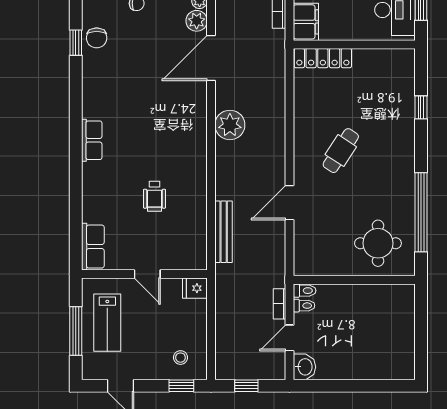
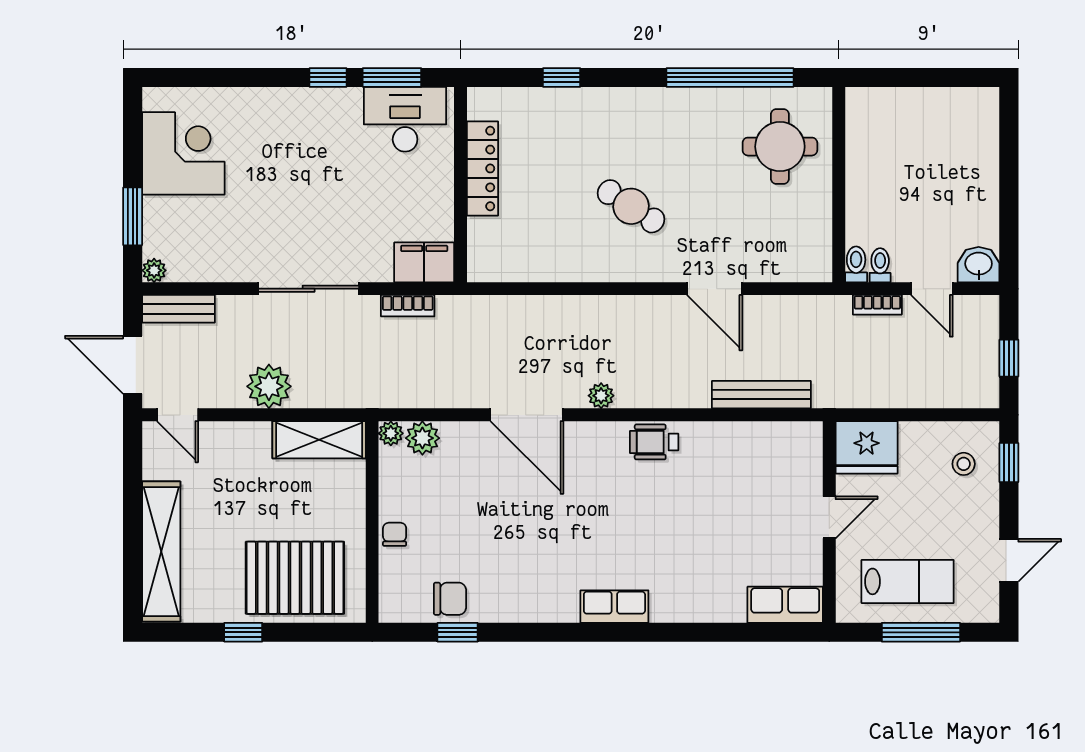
door: (211, 58) -> (527, 415), moved
locker: (323, 58) -> (482, 168), moved
plant: (230, 125) -> (601, 396), width x0.53, depth x0.53
wheelchair: (154, 196) -> (654, 442), moved, turned 180
fridge: (195, 288) -> (867, 447), width x1.88, depth x1.34

